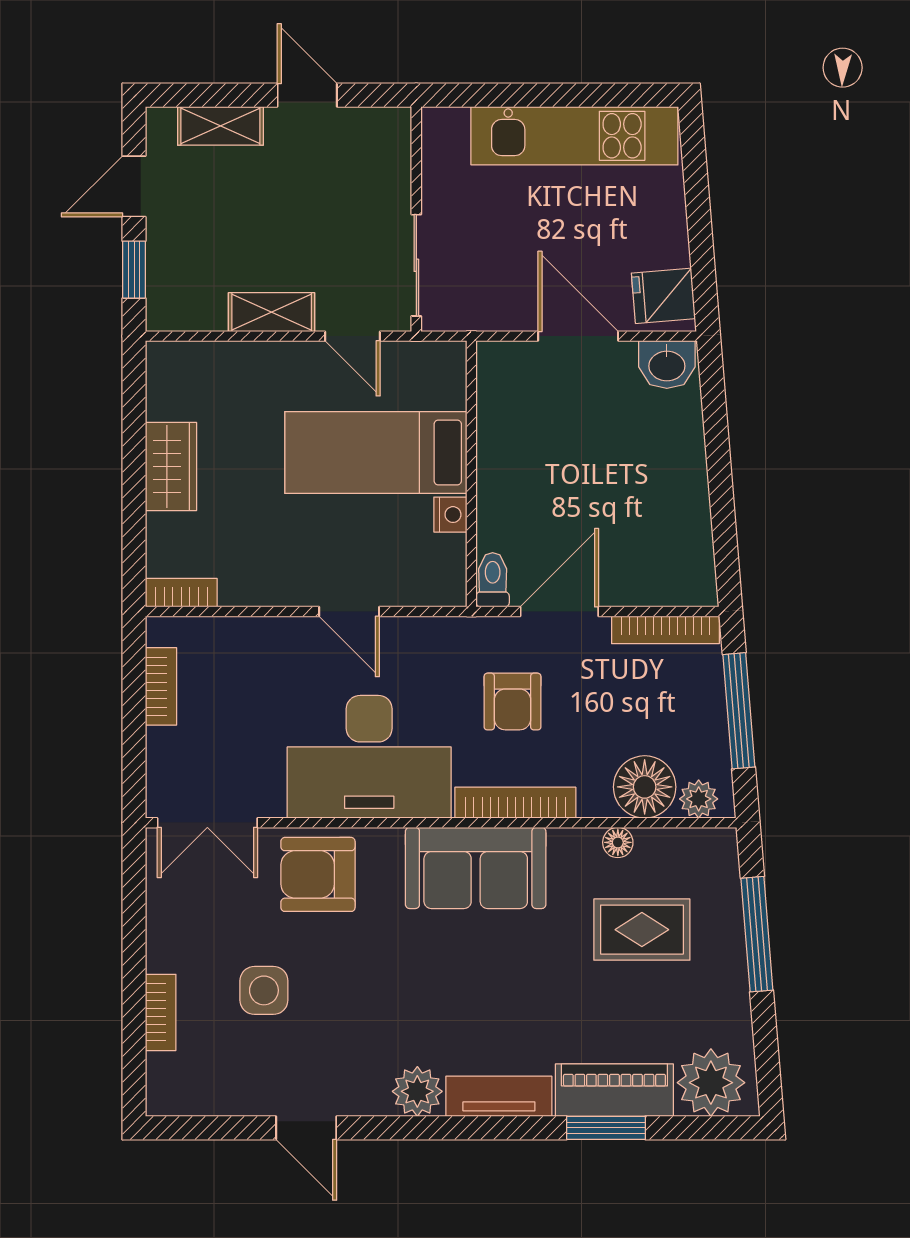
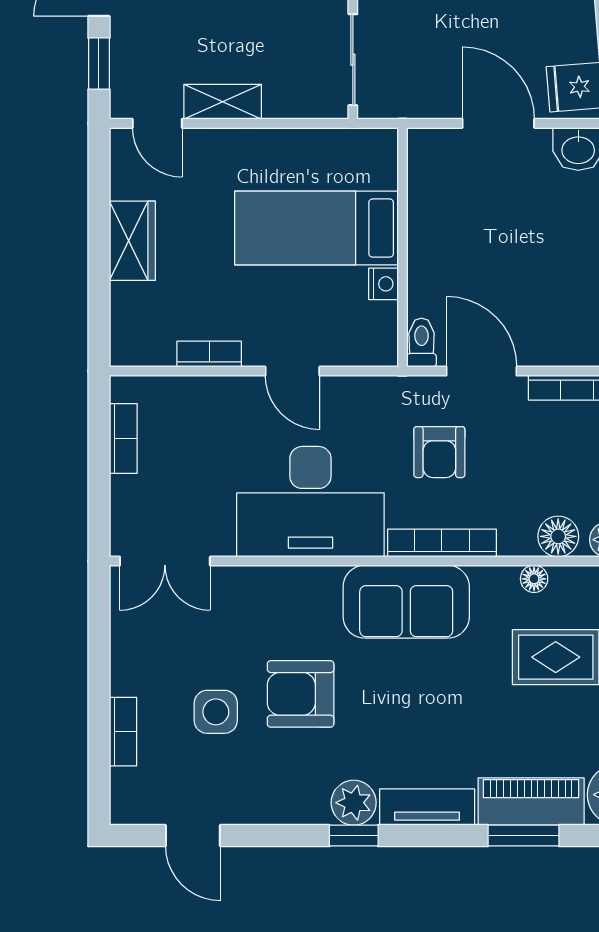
door: (353, 336) -> (157, 123), moved
bookcase: (181, 593) -> (209, 354), moved
door: (559, 612) -> (481, 371), hinge flipped
floor lamp: (645, 787) -> (558, 536), width x0.73, depth x0.73
armchair: (318, 874) -> (301, 694), moved
door: (306, 1128) -> (193, 836), moved
window: (417, 1128) -> (354, 836), added

